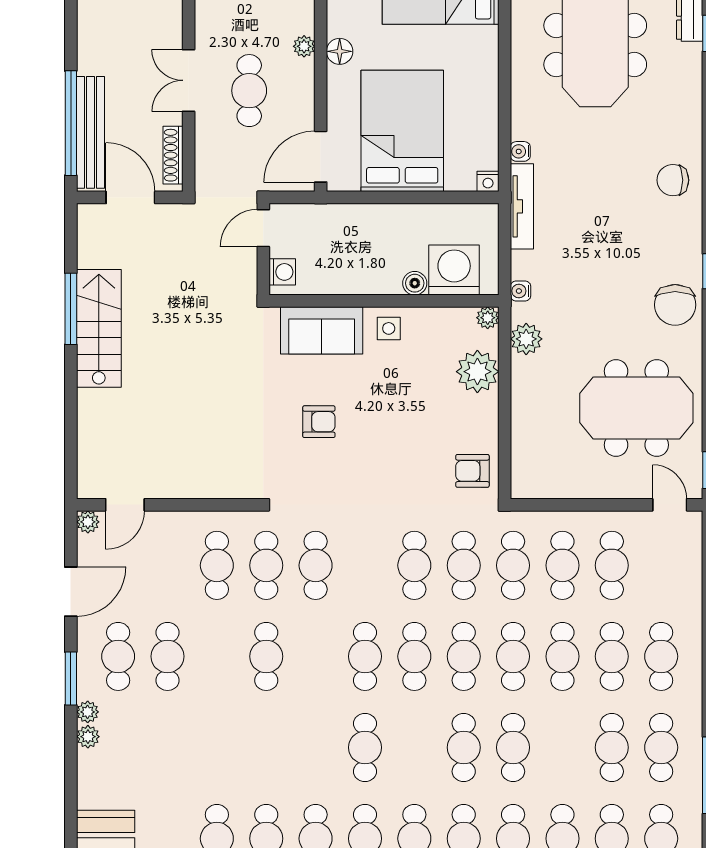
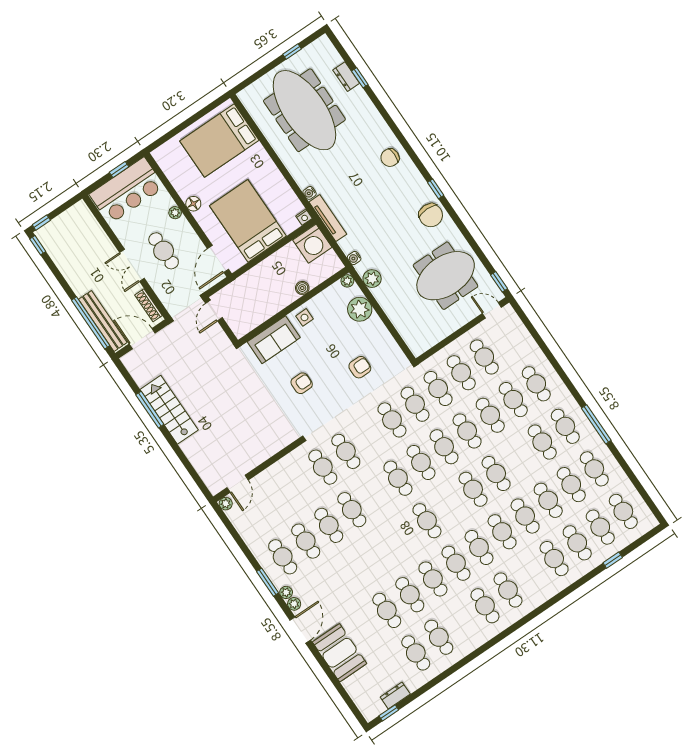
washing machine: (454, 270) -> (312, 244), moved, turned 180
washing machine: (282, 272) -> (237, 325), removed
armchair: (472, 471) -> (360, 367), moved, turned 180
cafe table: (217, 565) -> (329, 525), moved
door: (71, 592) -> (300, 630), moved

